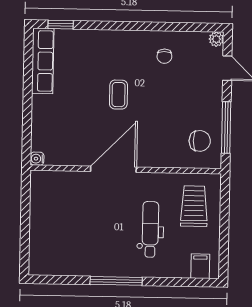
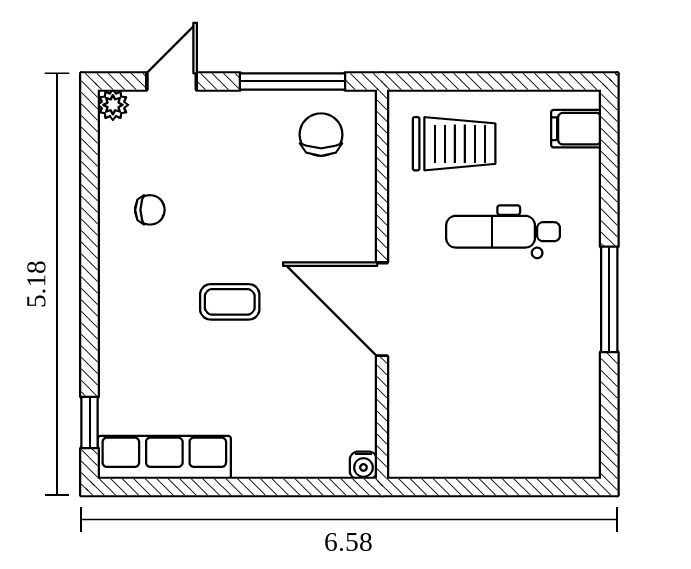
trolley: (194, 206) -> (454, 144), turned 180

